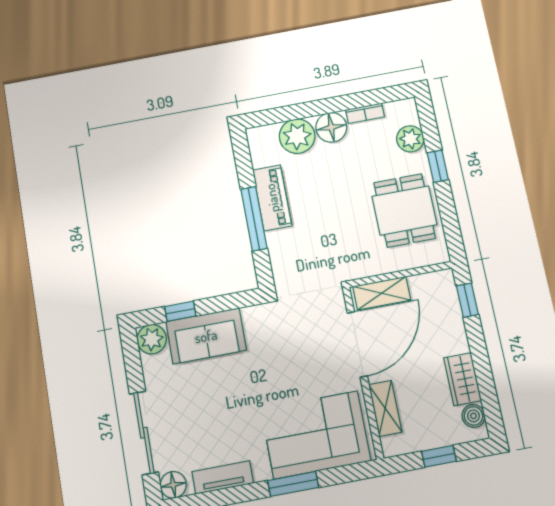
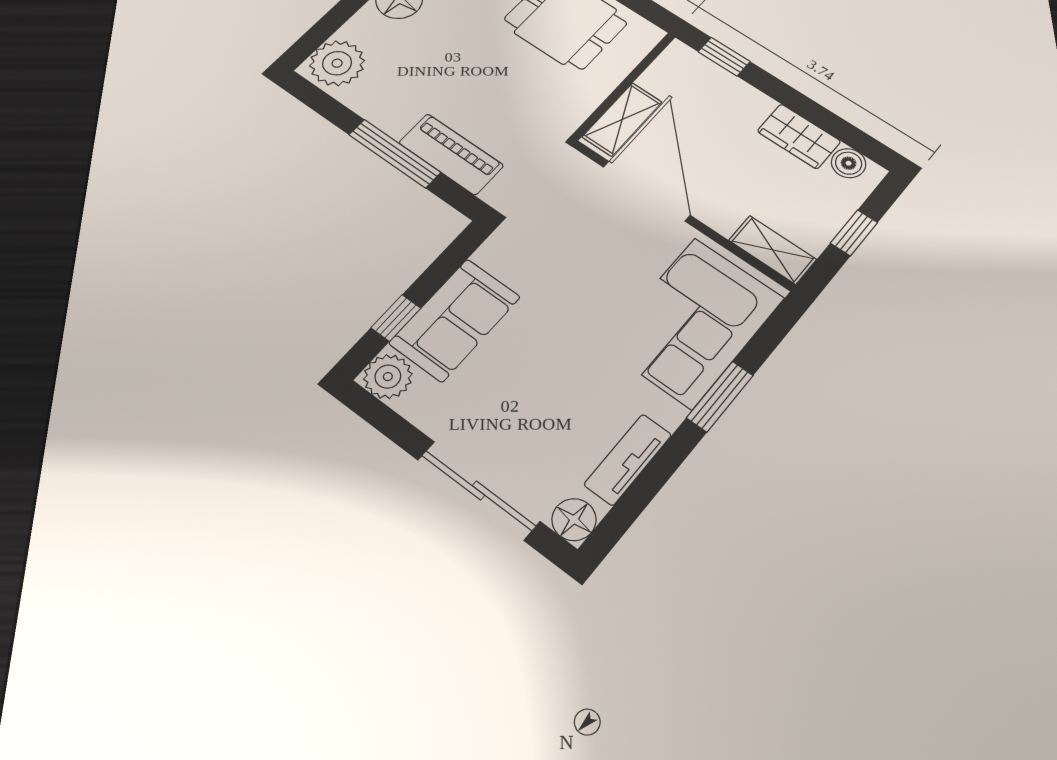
plant: (297, 136) -> (337, 63), moved
piano: (272, 198) -> (451, 154), moved
shelving: (385, 408) -> (773, 250), moved

